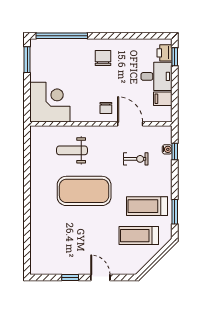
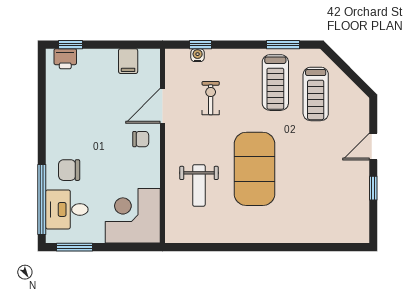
chair: (103, 58) -> (69, 170), moved
desk: (156, 76) -> (67, 209), moved, turned -90

